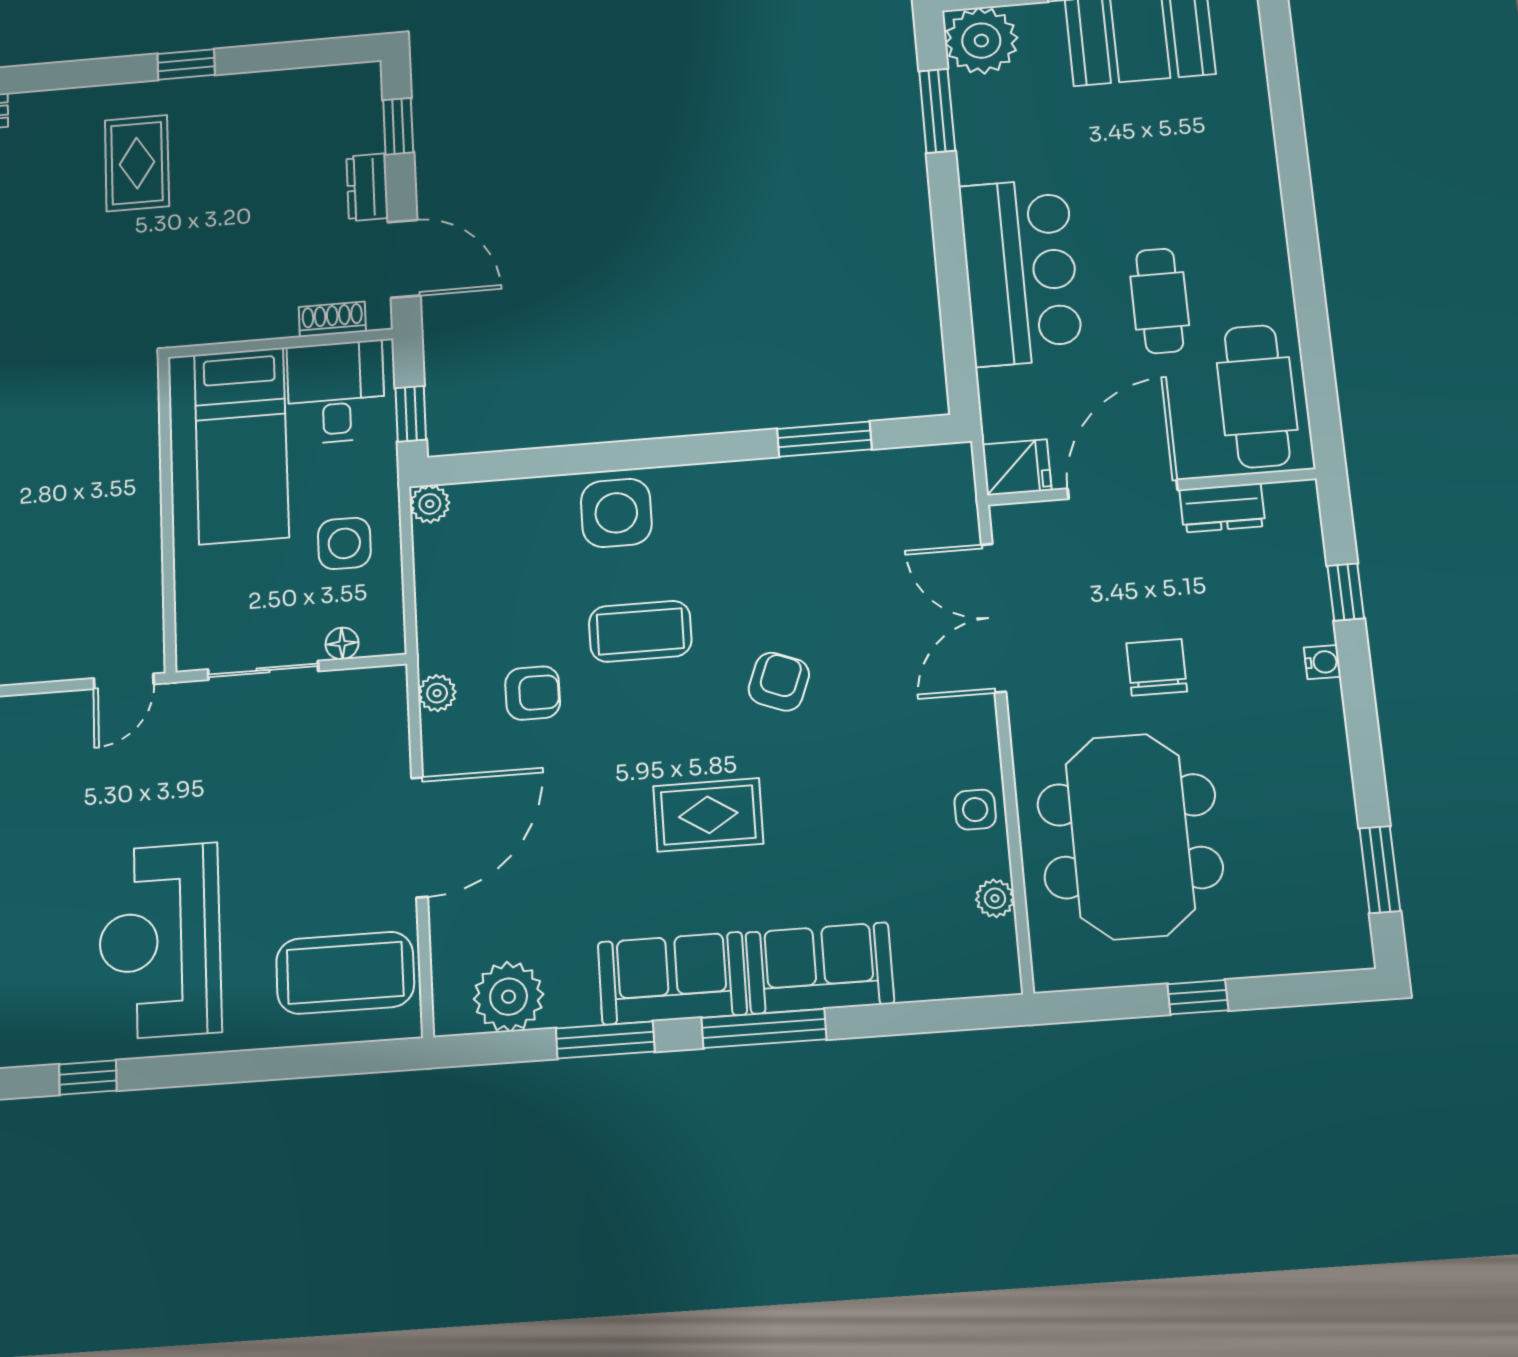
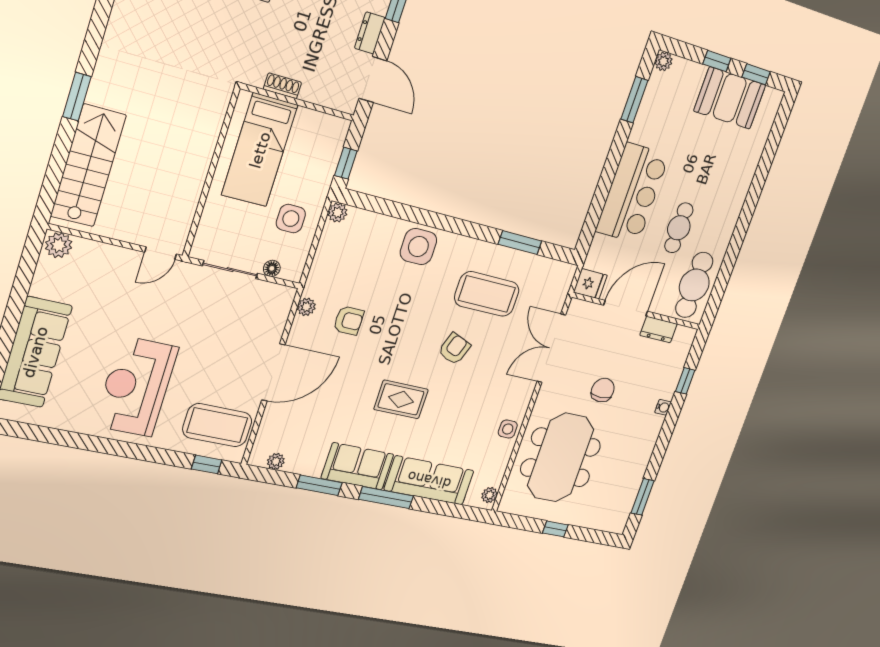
plant: (981, 41) -> (663, 61), width x0.53, depth x0.53
shoe rack: (332, 319) -> (282, 86), moved
desk: (336, 392) -> (315, 138), removed
coffee table: (640, 631) -> (487, 294), moved, width x1.36, depth x1.32
plant: (995, 898) -> (490, 495), moved
sofa: (820, 968) -> (429, 480), width x1.36
plant: (509, 997) -> (276, 461), width x0.53, depth x0.53
window: (88, 1077) -> (207, 464), moved

